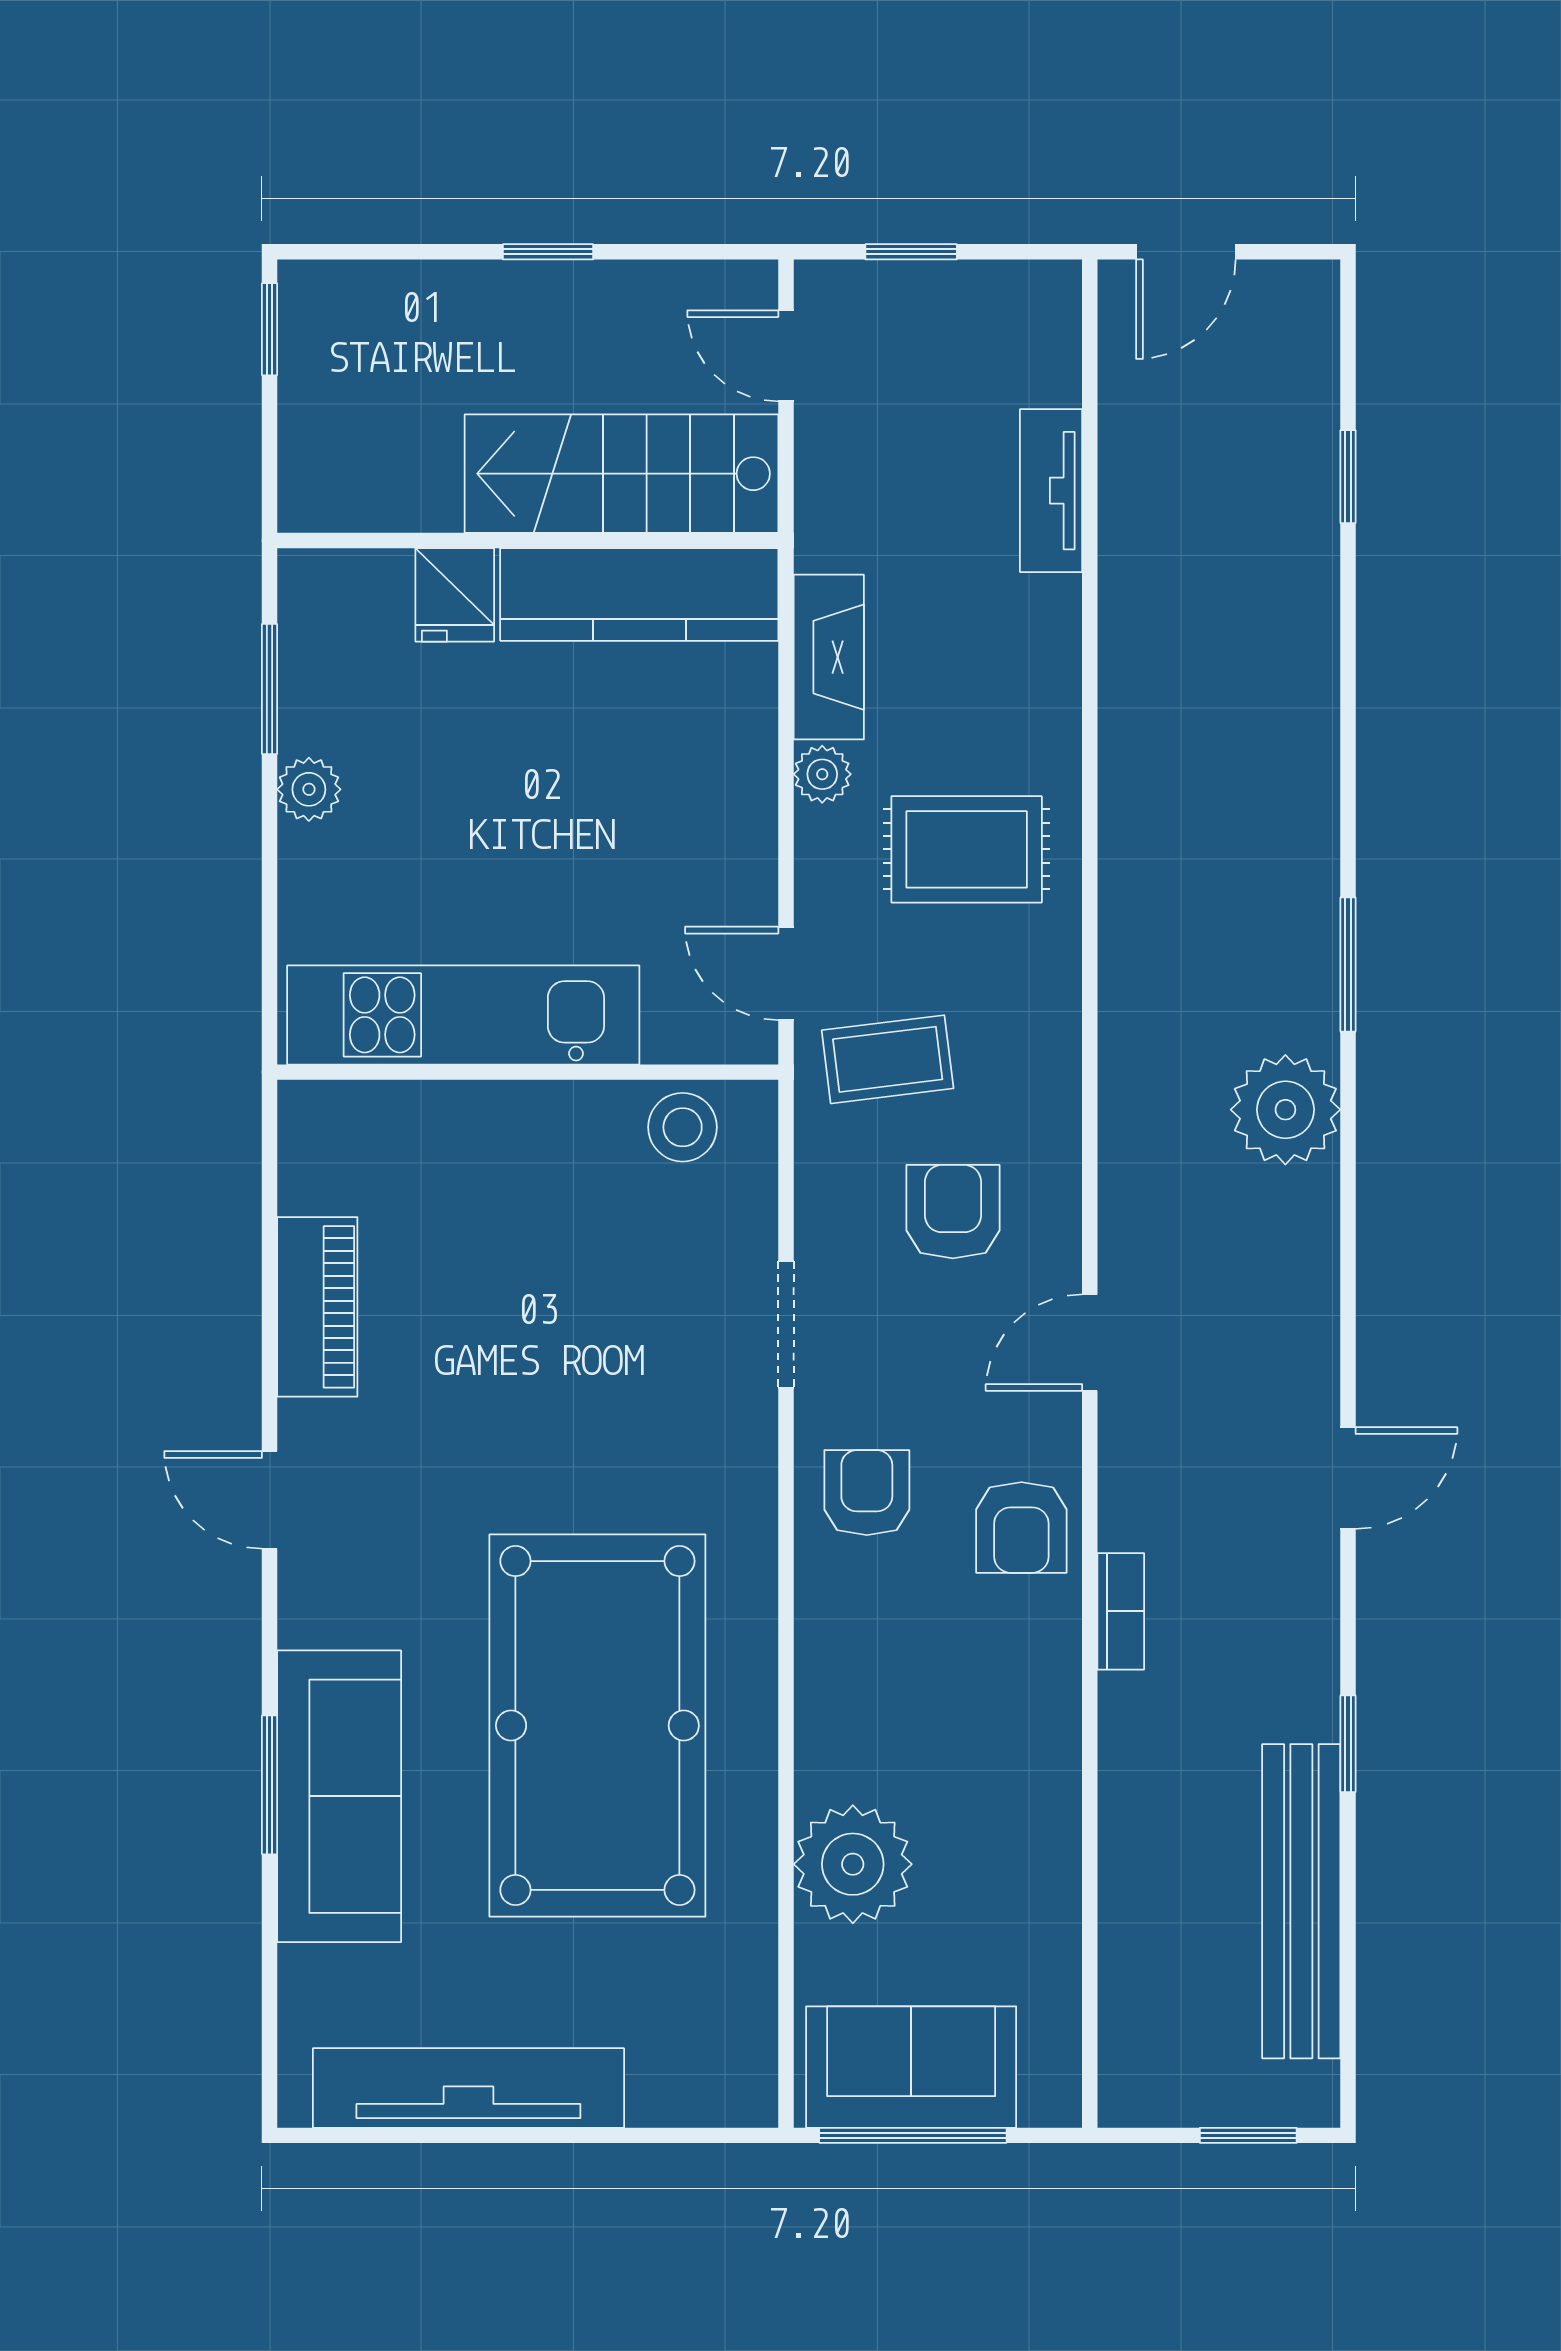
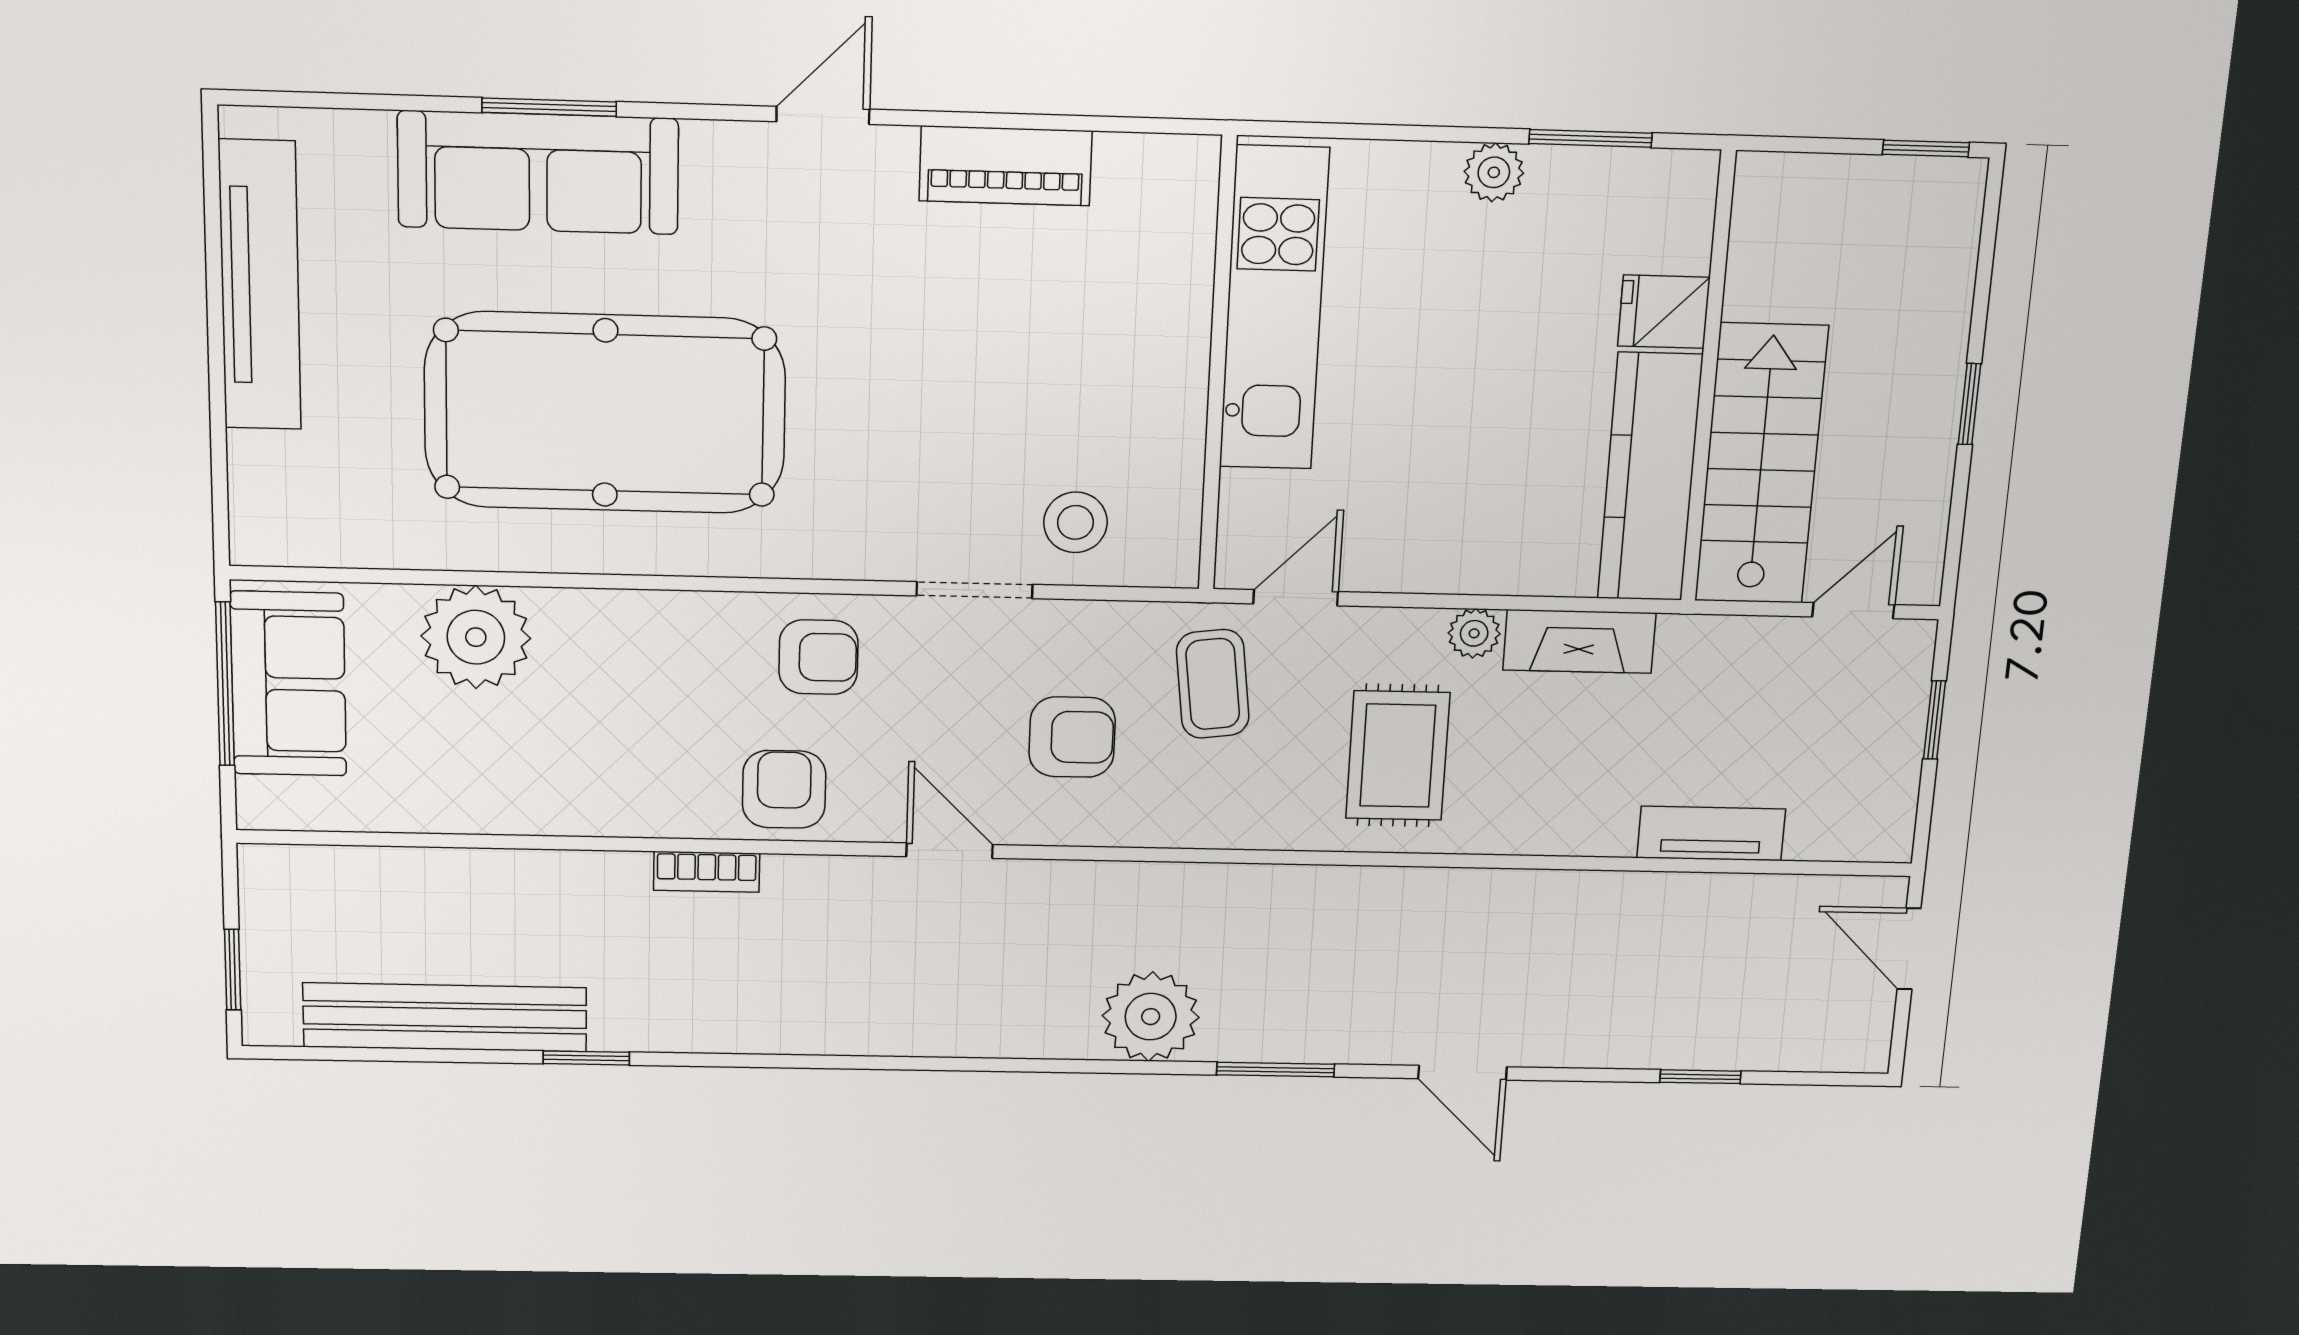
stool: (683, 1127) -> (1075, 522), moved
door: (1348, 1478) -> (1462, 1073), moved
armchair: (1021, 1527) -> (784, 789), turned 90

